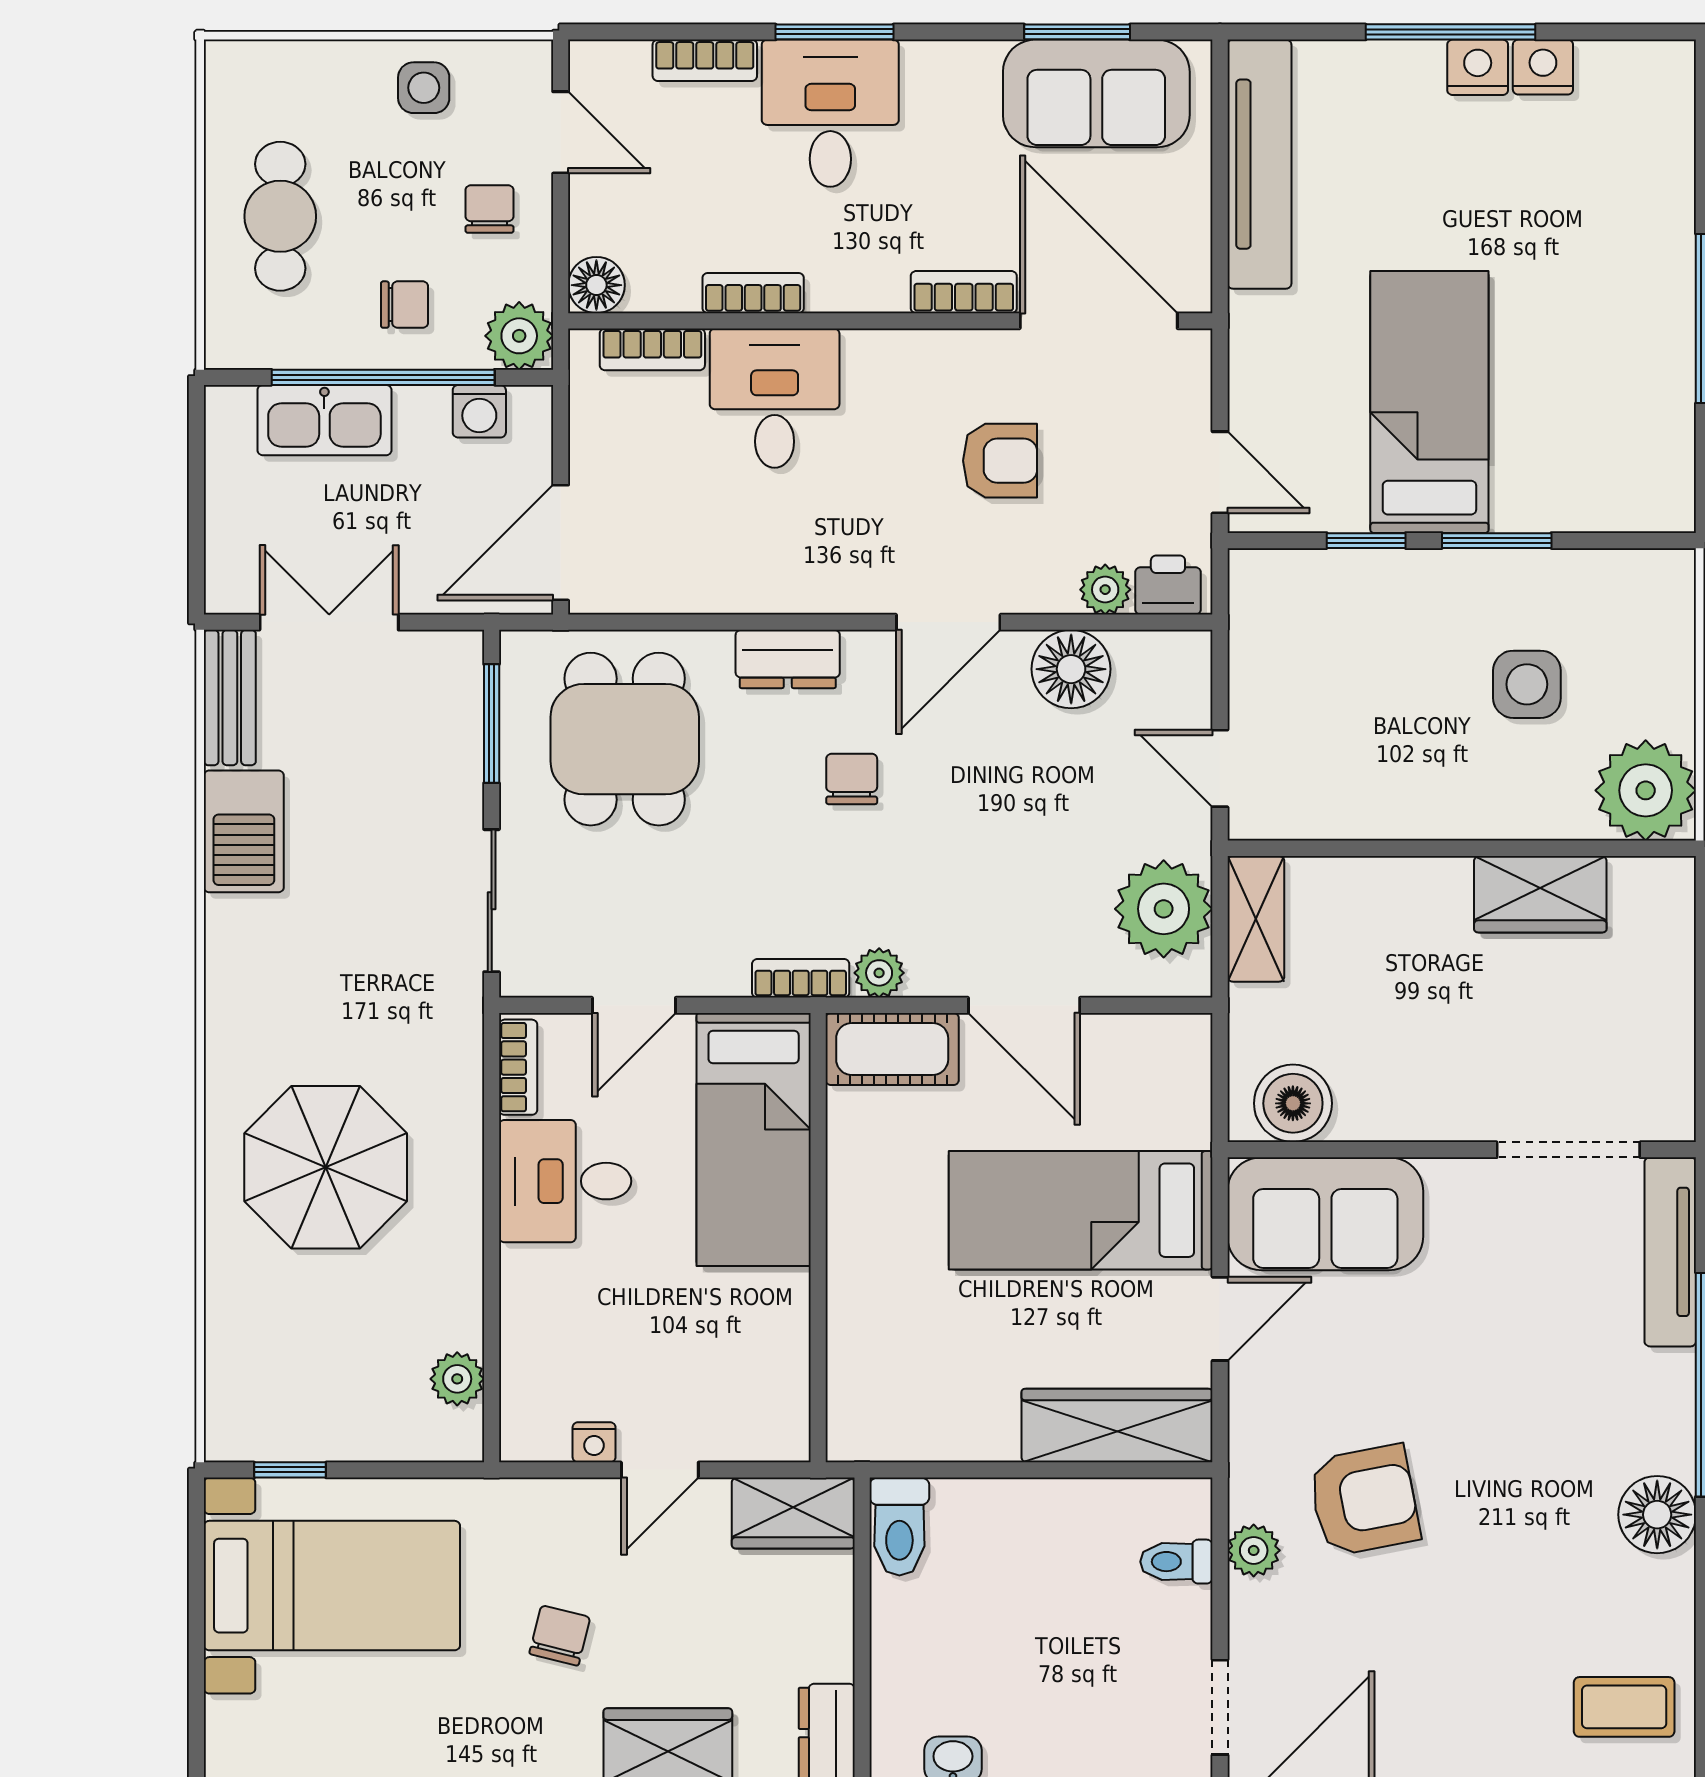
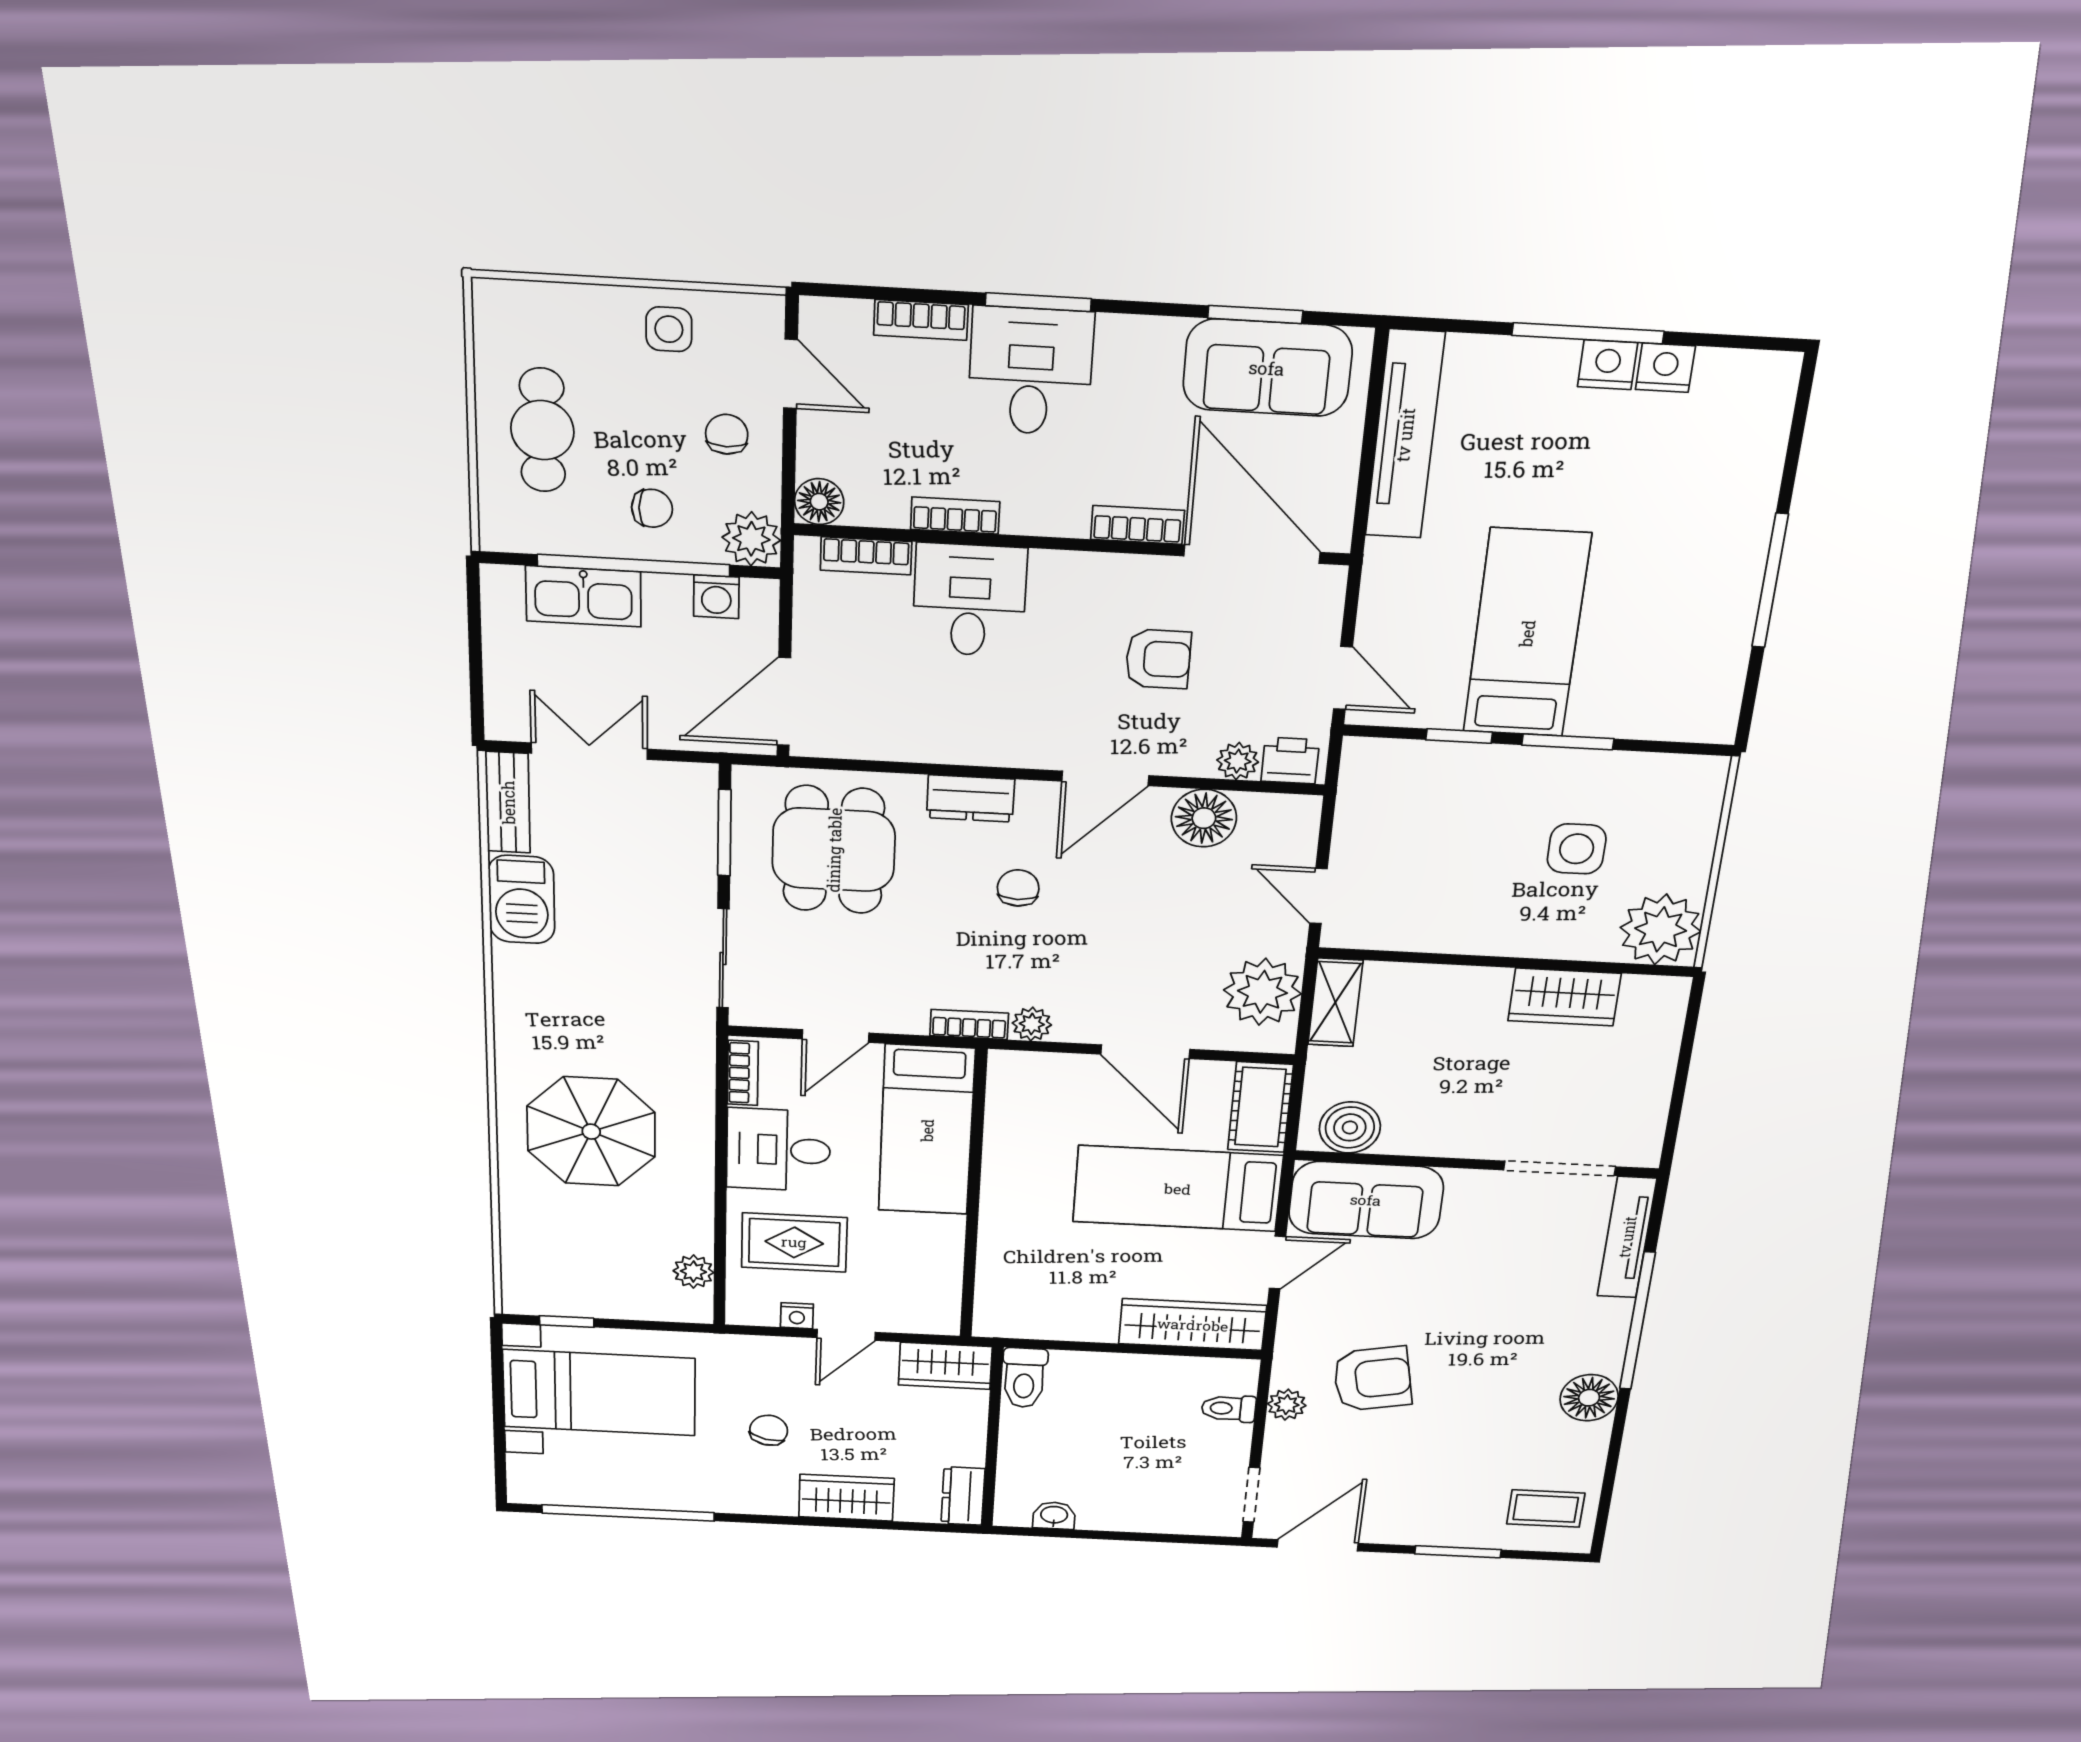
cot: (892, 1049) -> (1260, 1107), moved, turned 90
rug: (588, 1325) -> (794, 1242), added

